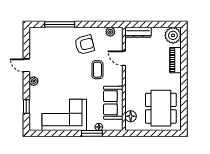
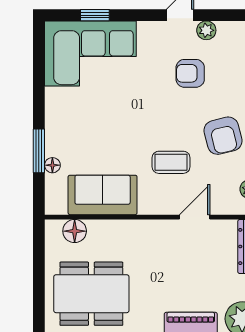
armchair: (54, 60) -> (190, 73), added
plant: (34, 81) -> (206, 30), moved
corner sofa: (64, 115) -> (90, 53), moved, turned 90

